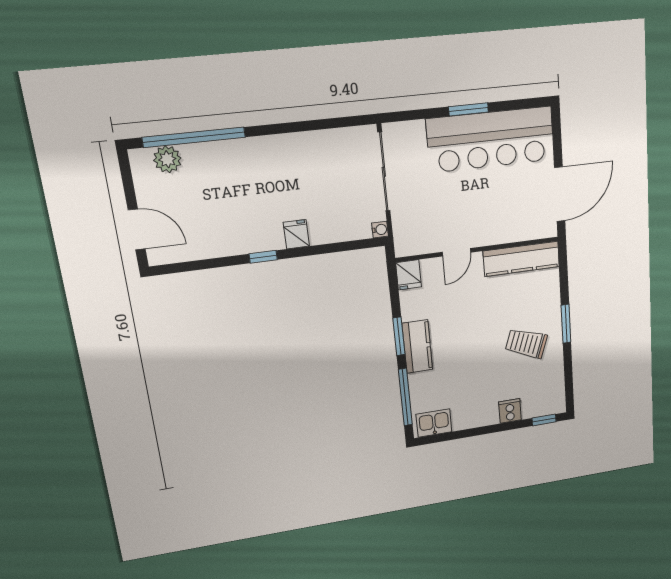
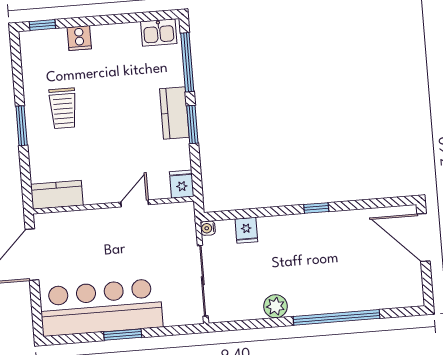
window: (194, 137) -> (337, 317), moved
plant: (167, 159) -> (275, 306), moved
door: (137, 229) -> (424, 238), width x1.36
fridge: (296, 234) -> (246, 230), moved
kitchen counter: (521, 259) -> (57, 195), width x0.67
trolley: (526, 343) -> (63, 108), turned 70

